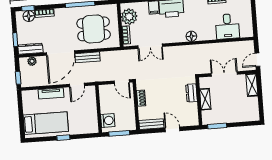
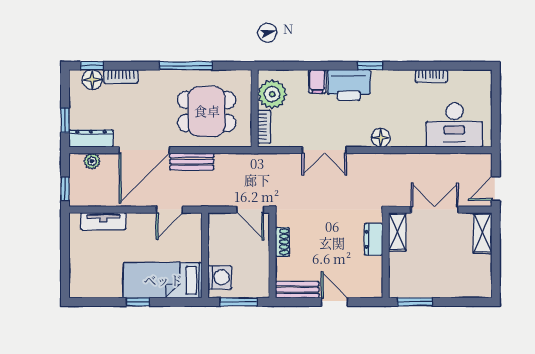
desk: (227, 26) -> (454, 125), width x1.37
double door: (150, 46) -> (324, 150), moved
tv unit: (51, 93) -> (103, 221), moved
shelving: (205, 99) -> (397, 232), moved
bed: (46, 123) -> (163, 280), moved, turned 180

